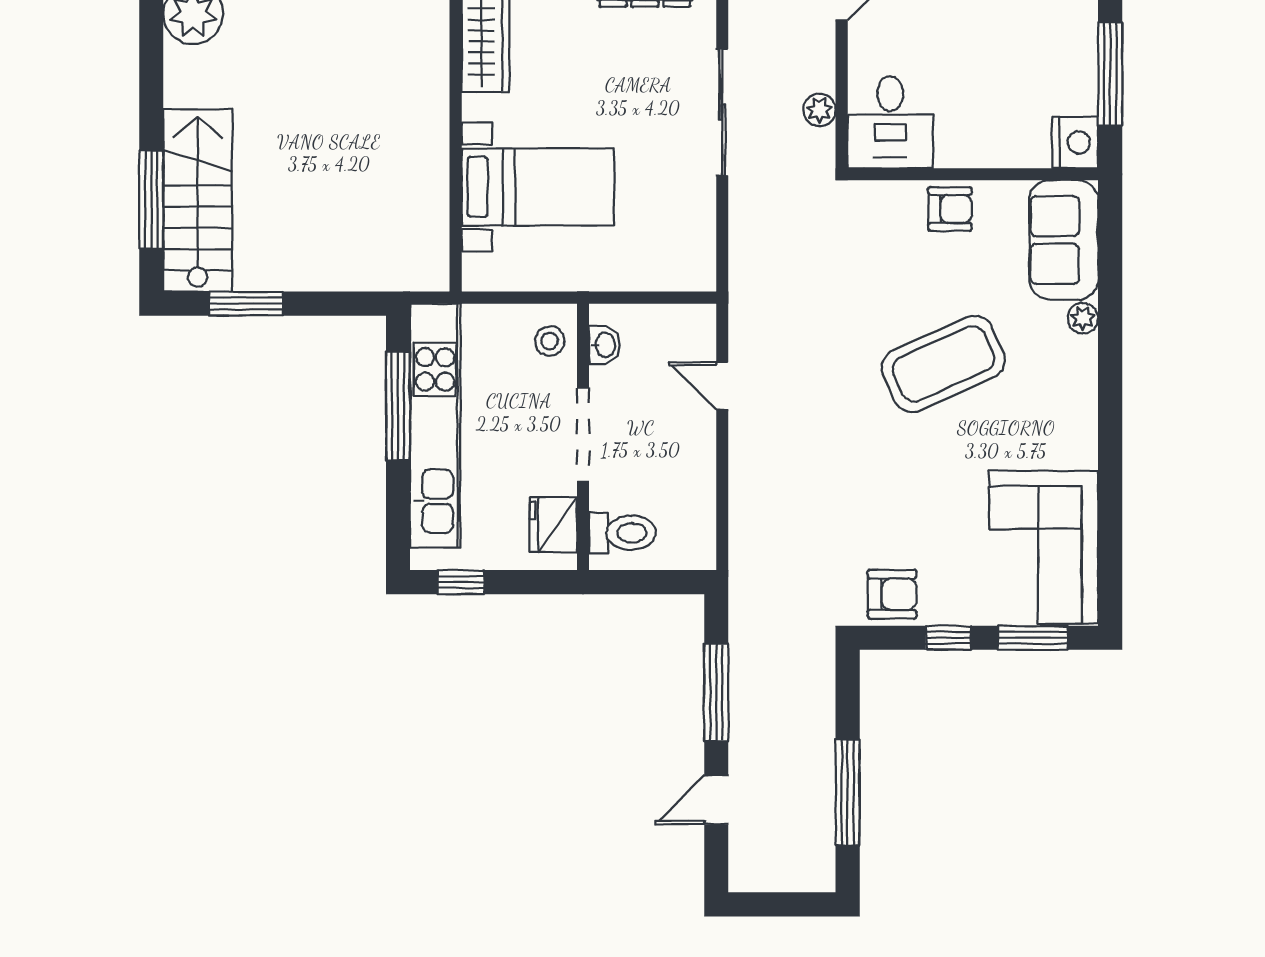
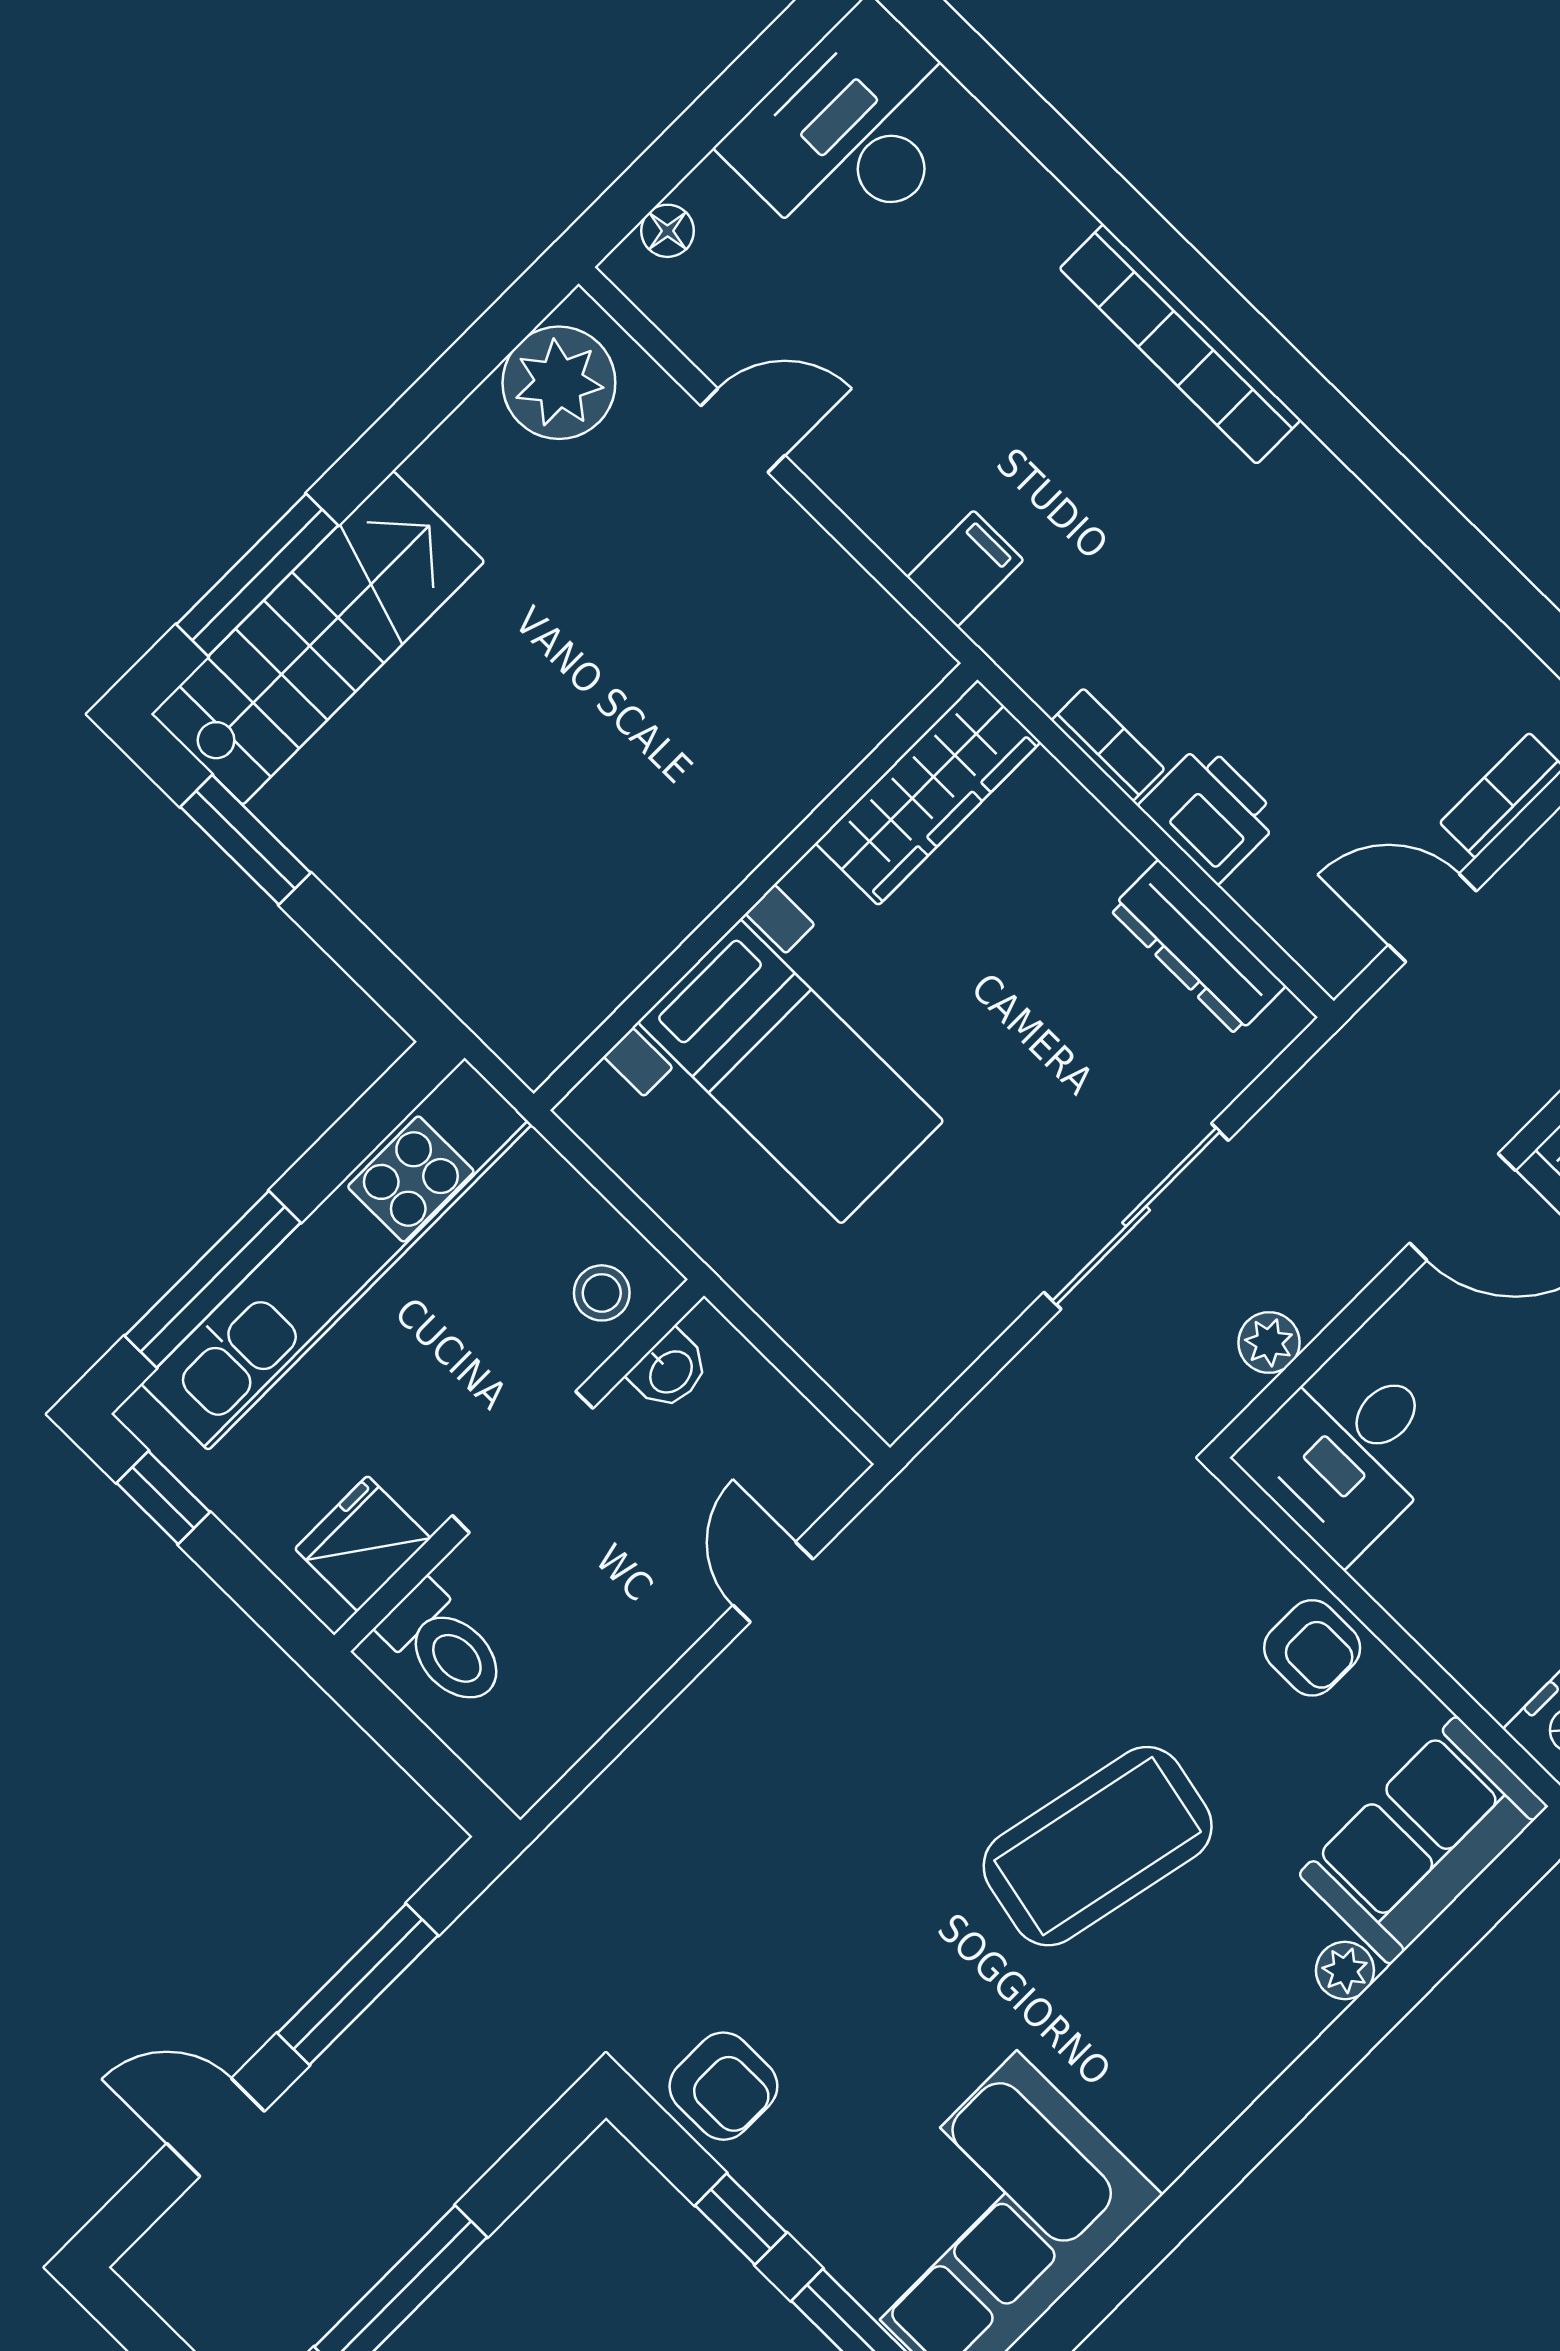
coffee table: (943, 364) -> (1098, 1846), turned -54
window: (398, 406) -> (213, 1279), moved

